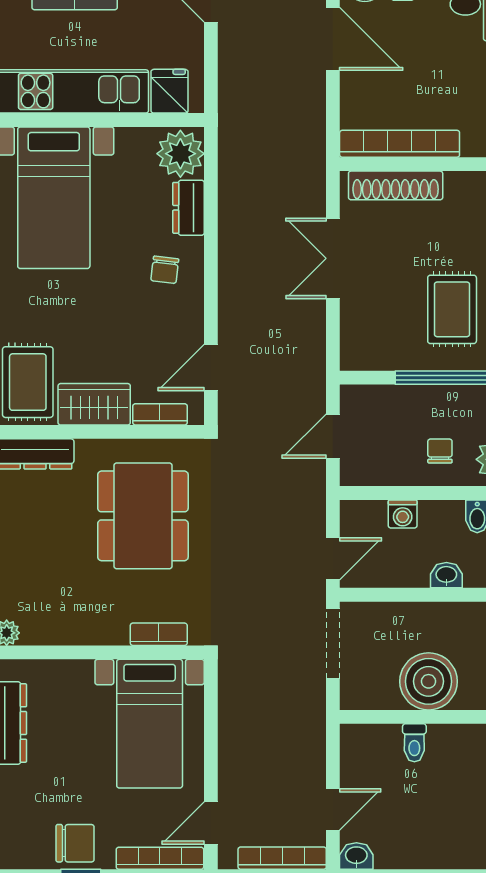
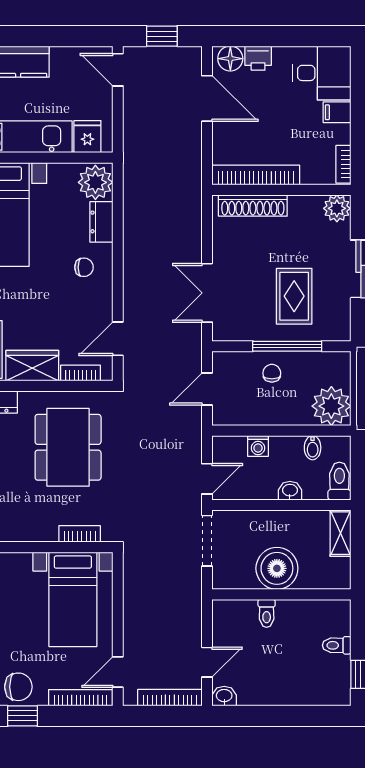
double door: (333, 258) -> (207, 293), moved
chair: (165, 270) -> (84, 267), turned -97
chair: (440, 451) -> (272, 373), moved

